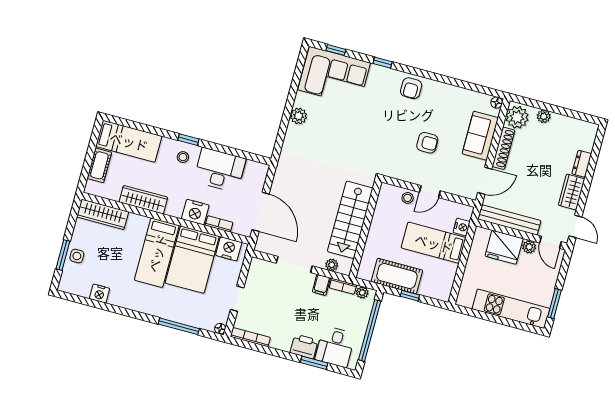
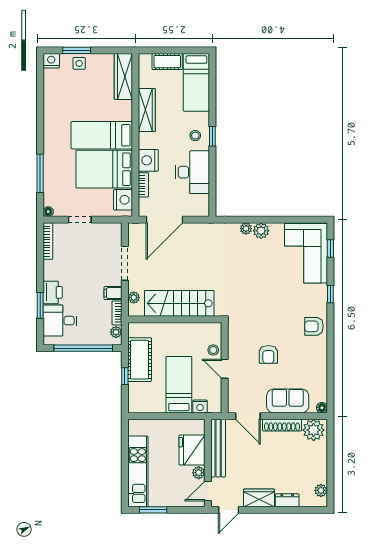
plant: (544, 116) -> (321, 490), moved
plant: (292, 131) -> (246, 229), added
nightstand: (100, 294) -> (51, 61), moved, turned 90

